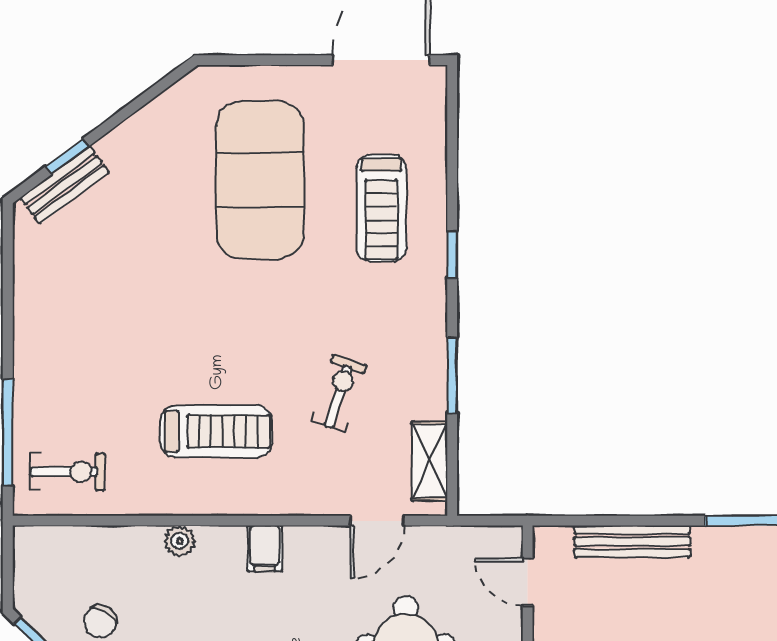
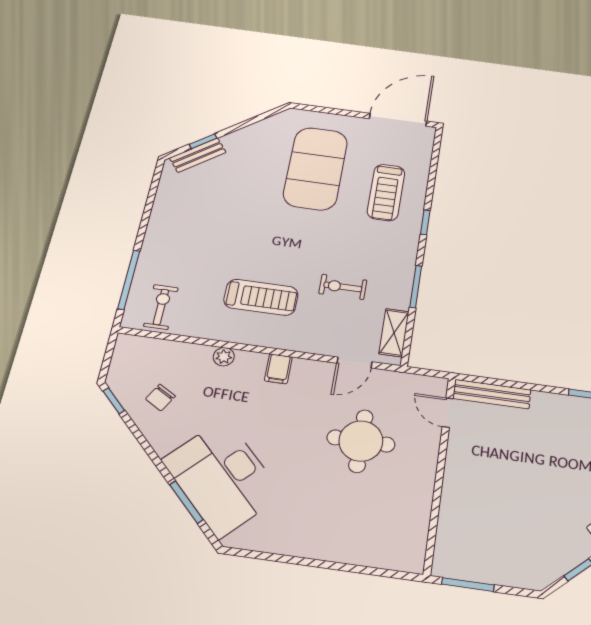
exercise bike: (339, 393) -> (343, 287), turned -108
exercise bike: (67, 472) -> (161, 307), turned -90
bench: (632, 541) -> (492, 394), moved

